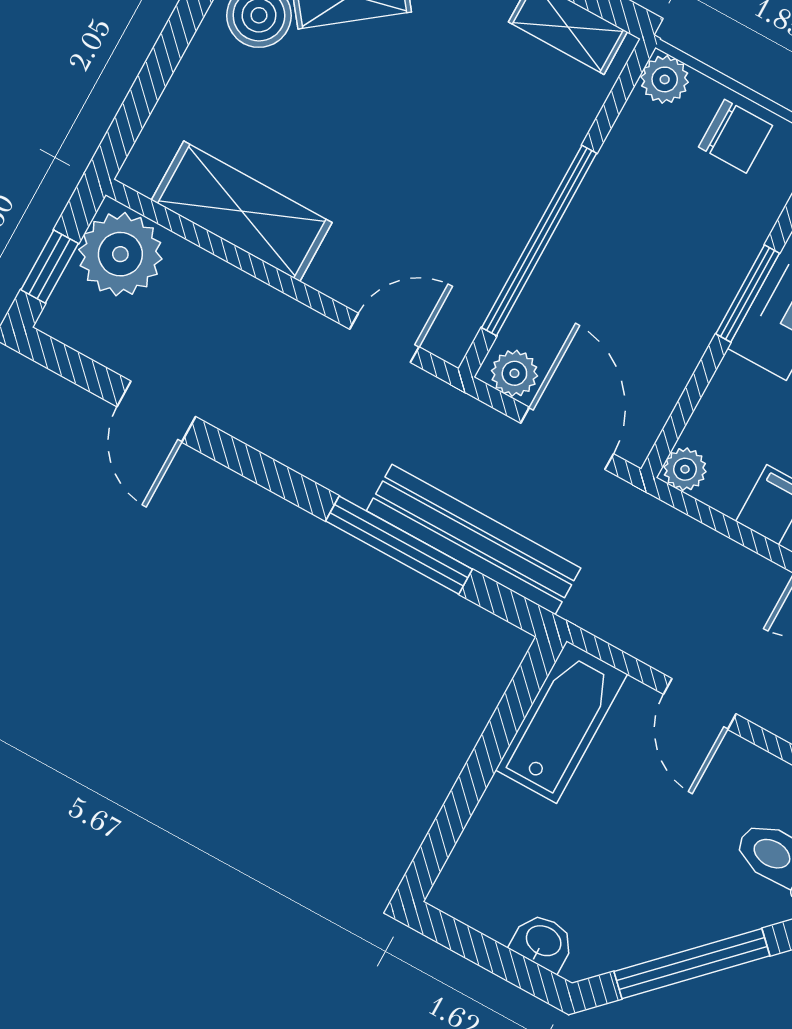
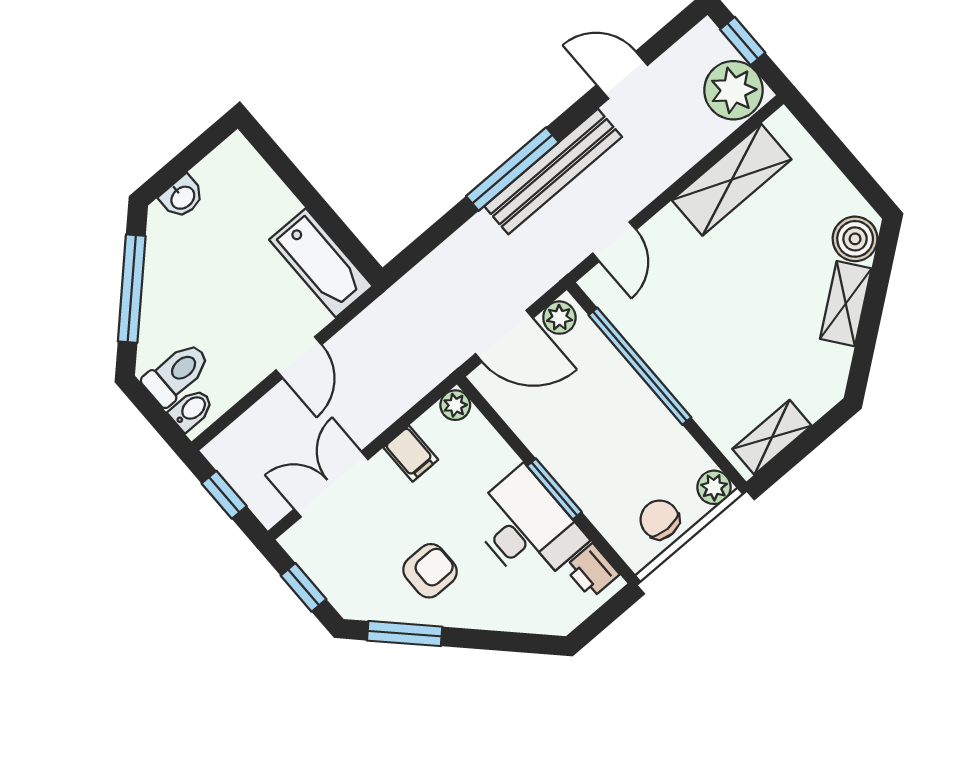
chair: (735, 136) -> (660, 520), turned 90
bench: (474, 539) -> (553, 172), moved
window: (399, 545) -> (512, 169), moved
door: (700, 704) -> (299, 357), swing flipped

